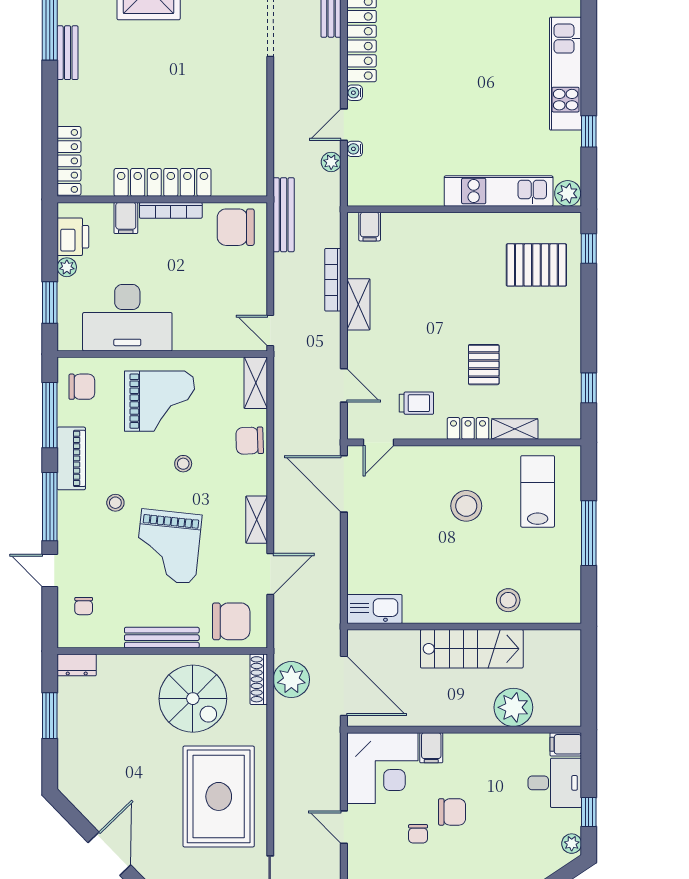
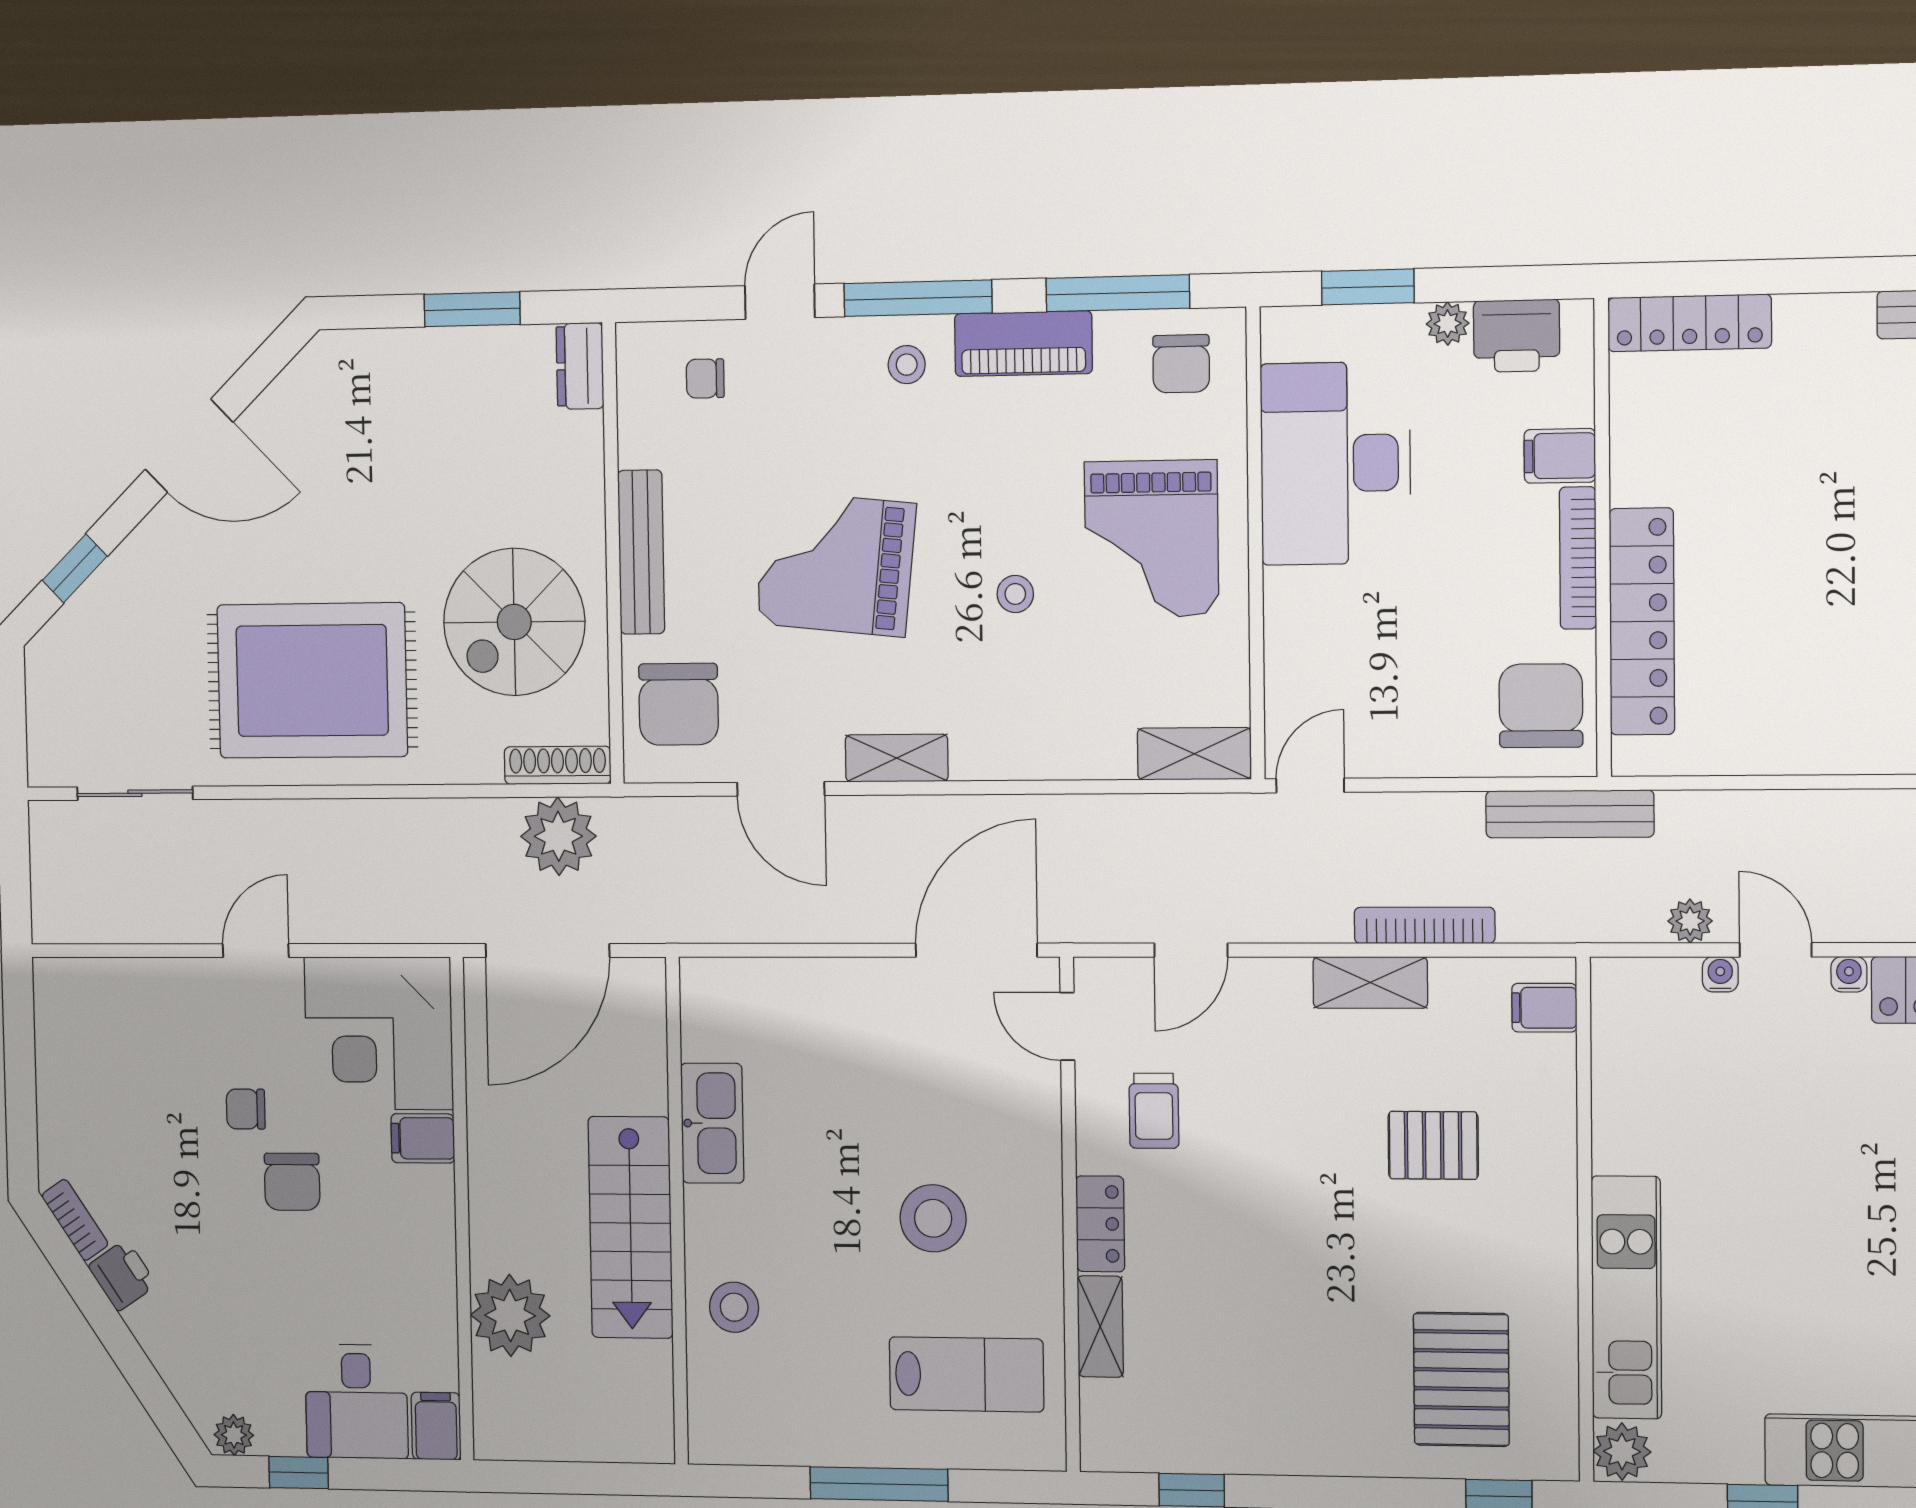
locker: (163, 182) -> (1642, 622), moved
pallet: (484, 365) -> (1433, 1145), moved
chair: (250, 441) -> (1067, 741), removed
stool: (115, 503) -> (907, 365), moved
kitchen sink: (374, 609) -> (712, 1123), moved

